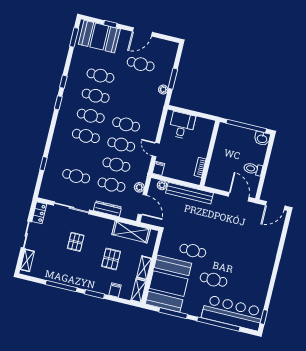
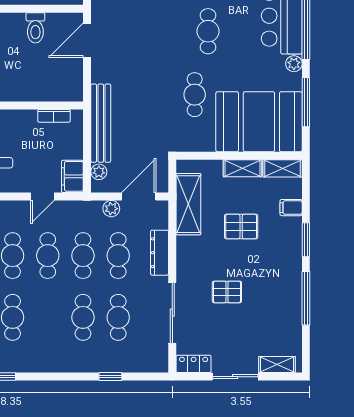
cafe table: (86, 136) -> (83, 317), moved
filing cabinet: (158, 168) -> (72, 176), width x2.00
cafe table: (214, 280) -> (208, 31), moved
plant: (197, 312) -> (294, 64), added

